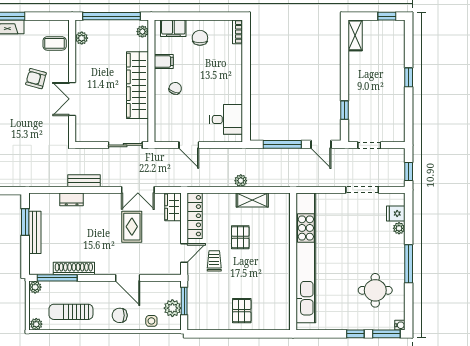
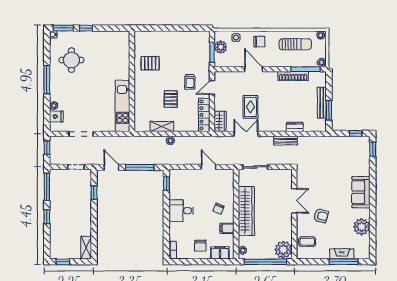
plant: (82, 38) -> (283, 250), width x1.87, depth x1.87
window: (409, 118) -> (47, 187), added
desk: (226, 119) -> (181, 211), moved
window: (246, 123) -> (166, 183), added
kitchen unit: (306, 258) -> (122, 106), width x0.54
pallet: (242, 311) -> (150, 63), moved, turned 90

